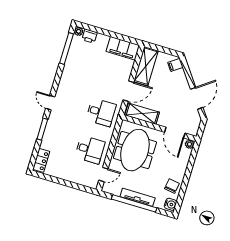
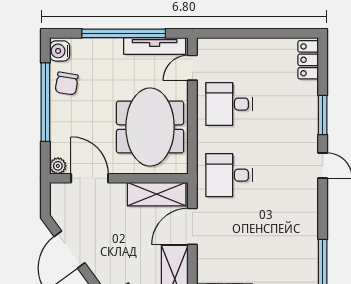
window: (186, 180) -> (45, 102), added
tv unit: (138, 197) -> (155, 46), moved

